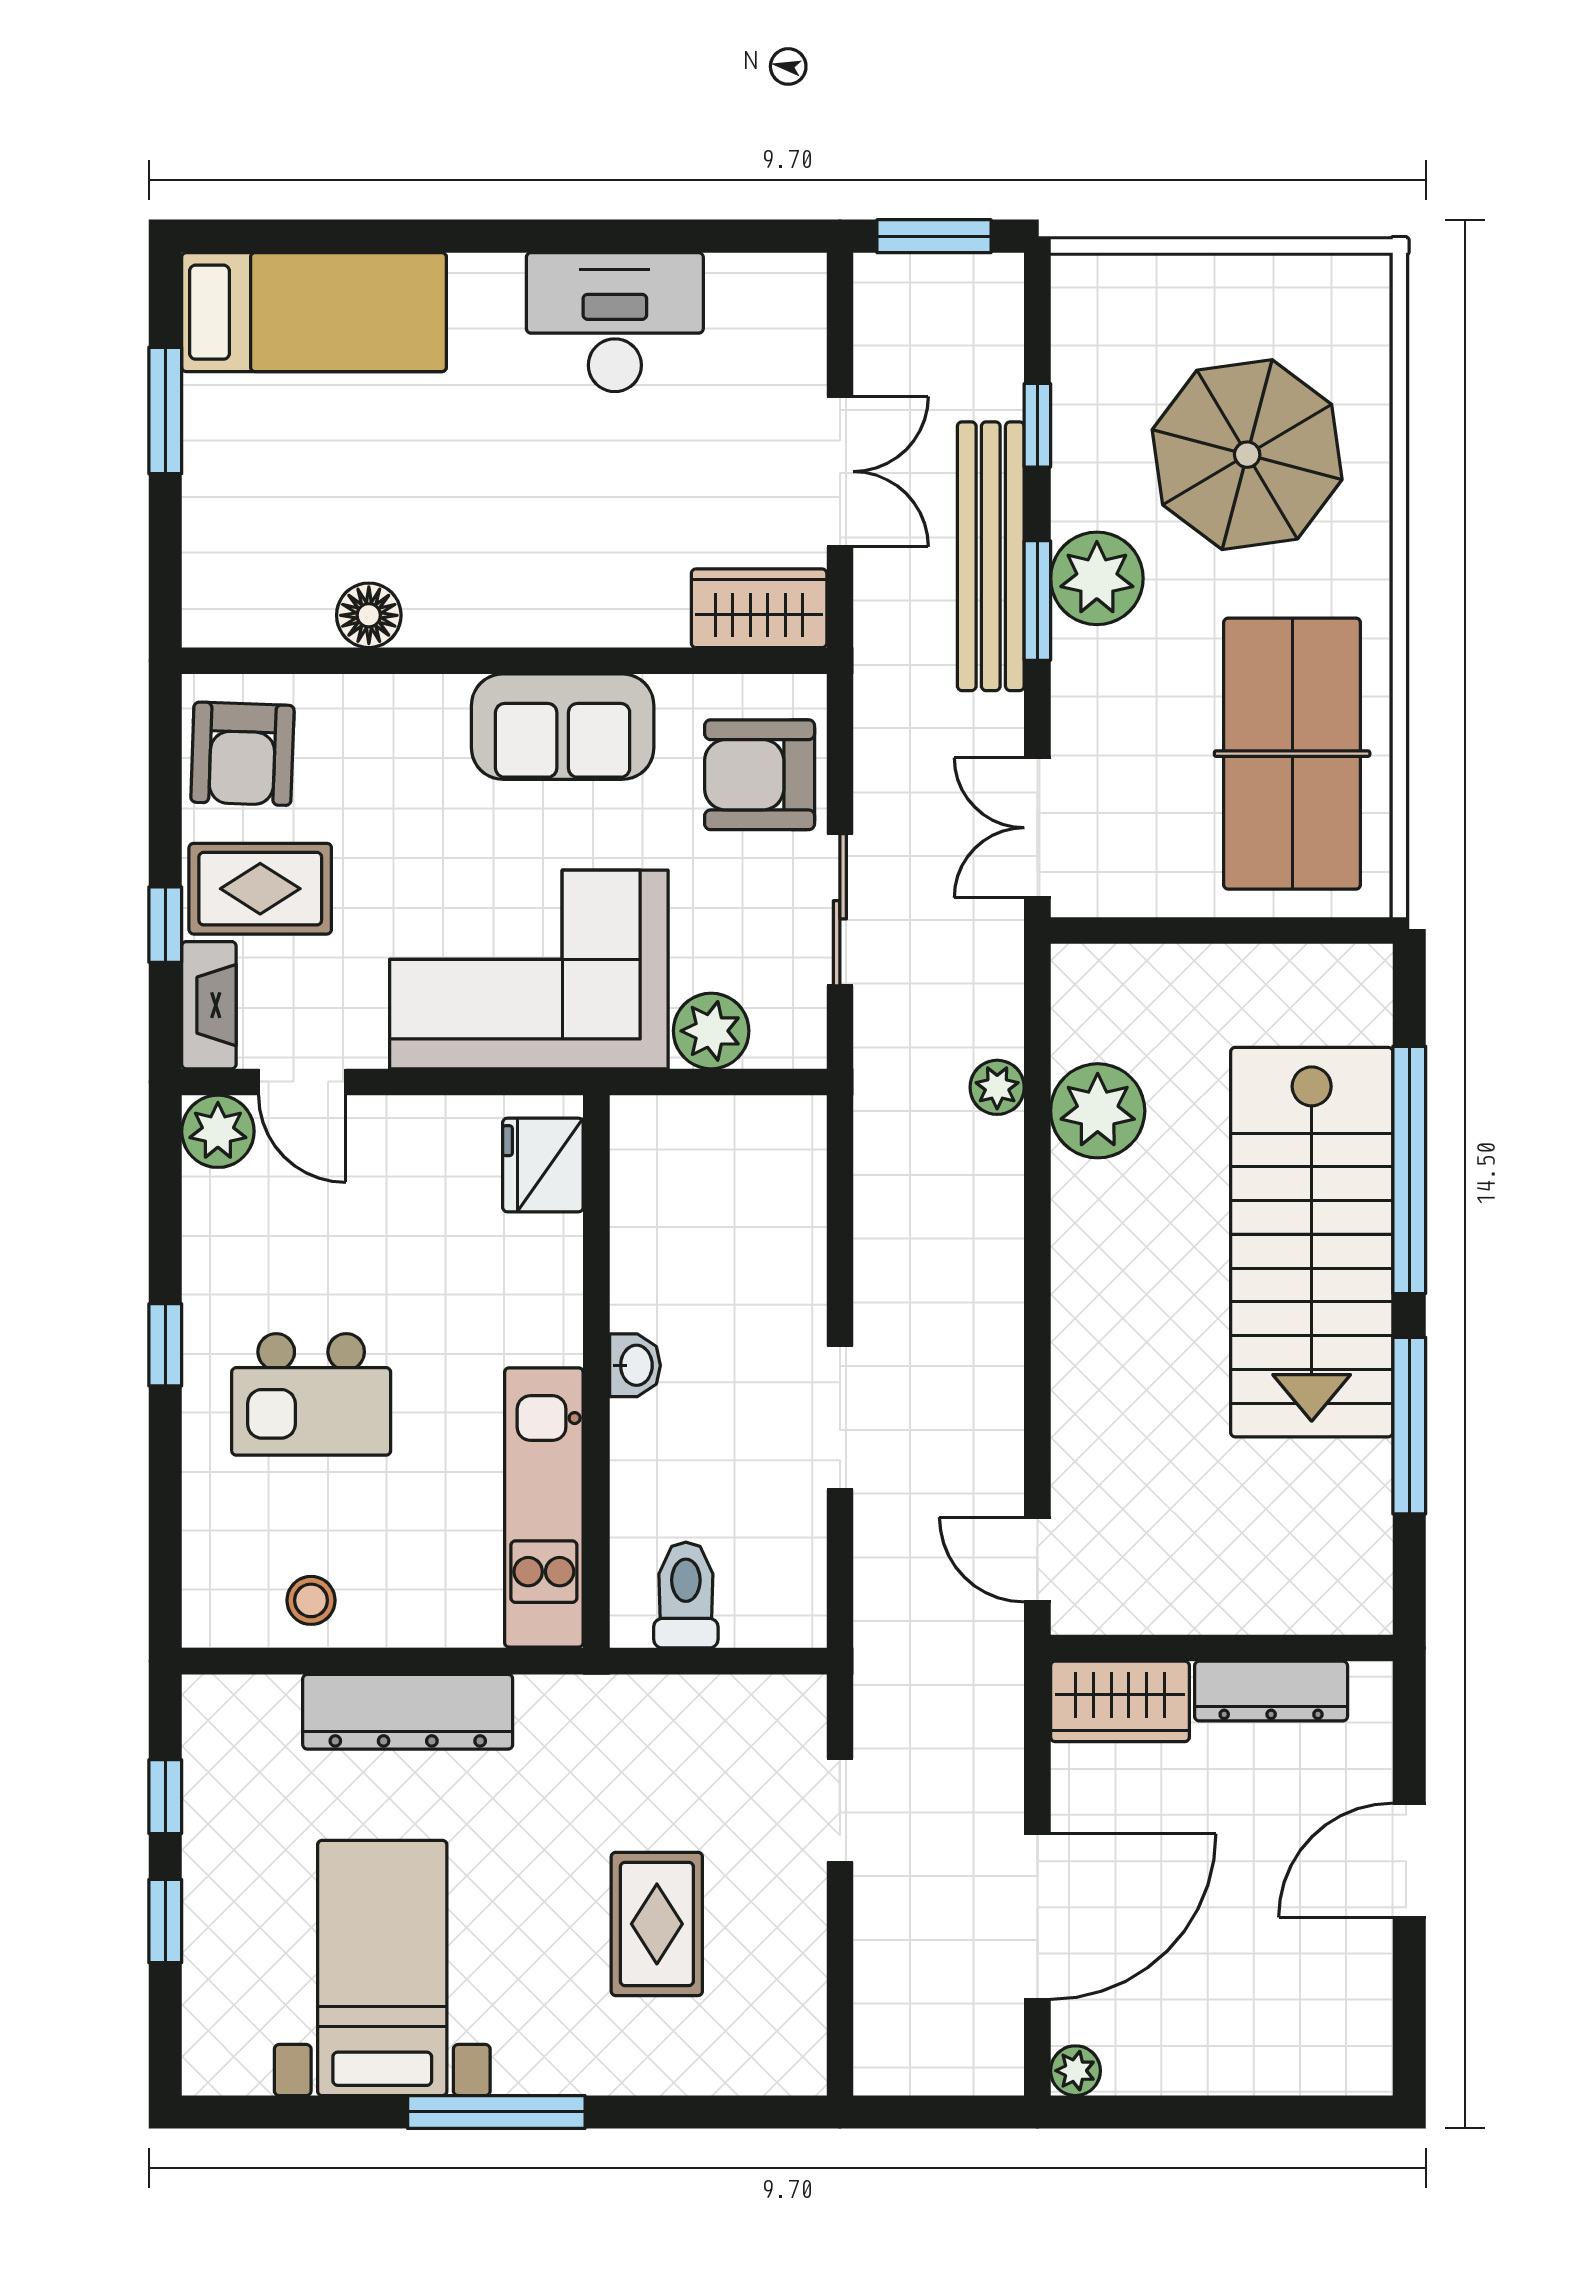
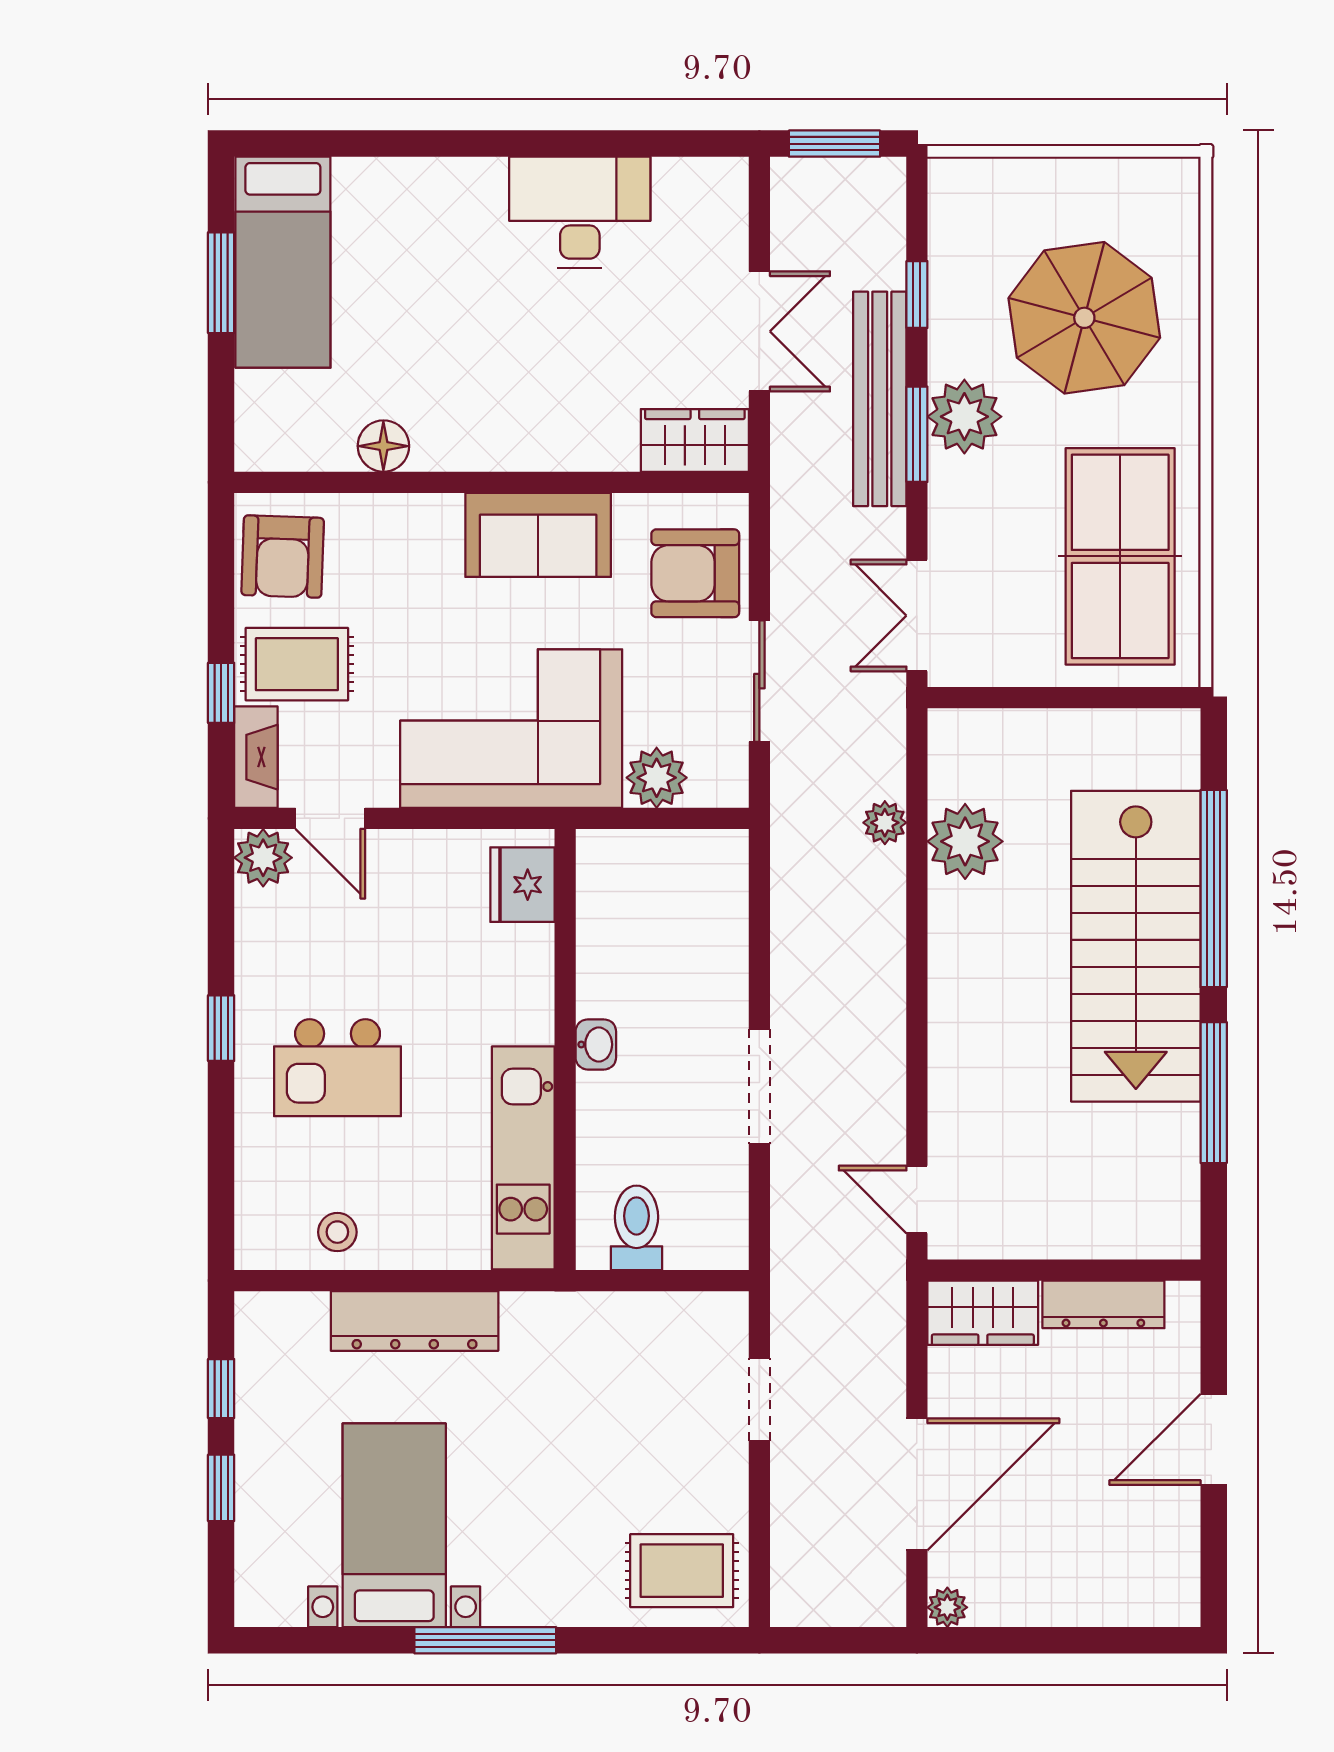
bed: (314, 312) -> (283, 262), moved, turned 90
rug: (657, 1924) -> (682, 1571), moved, turned 90

